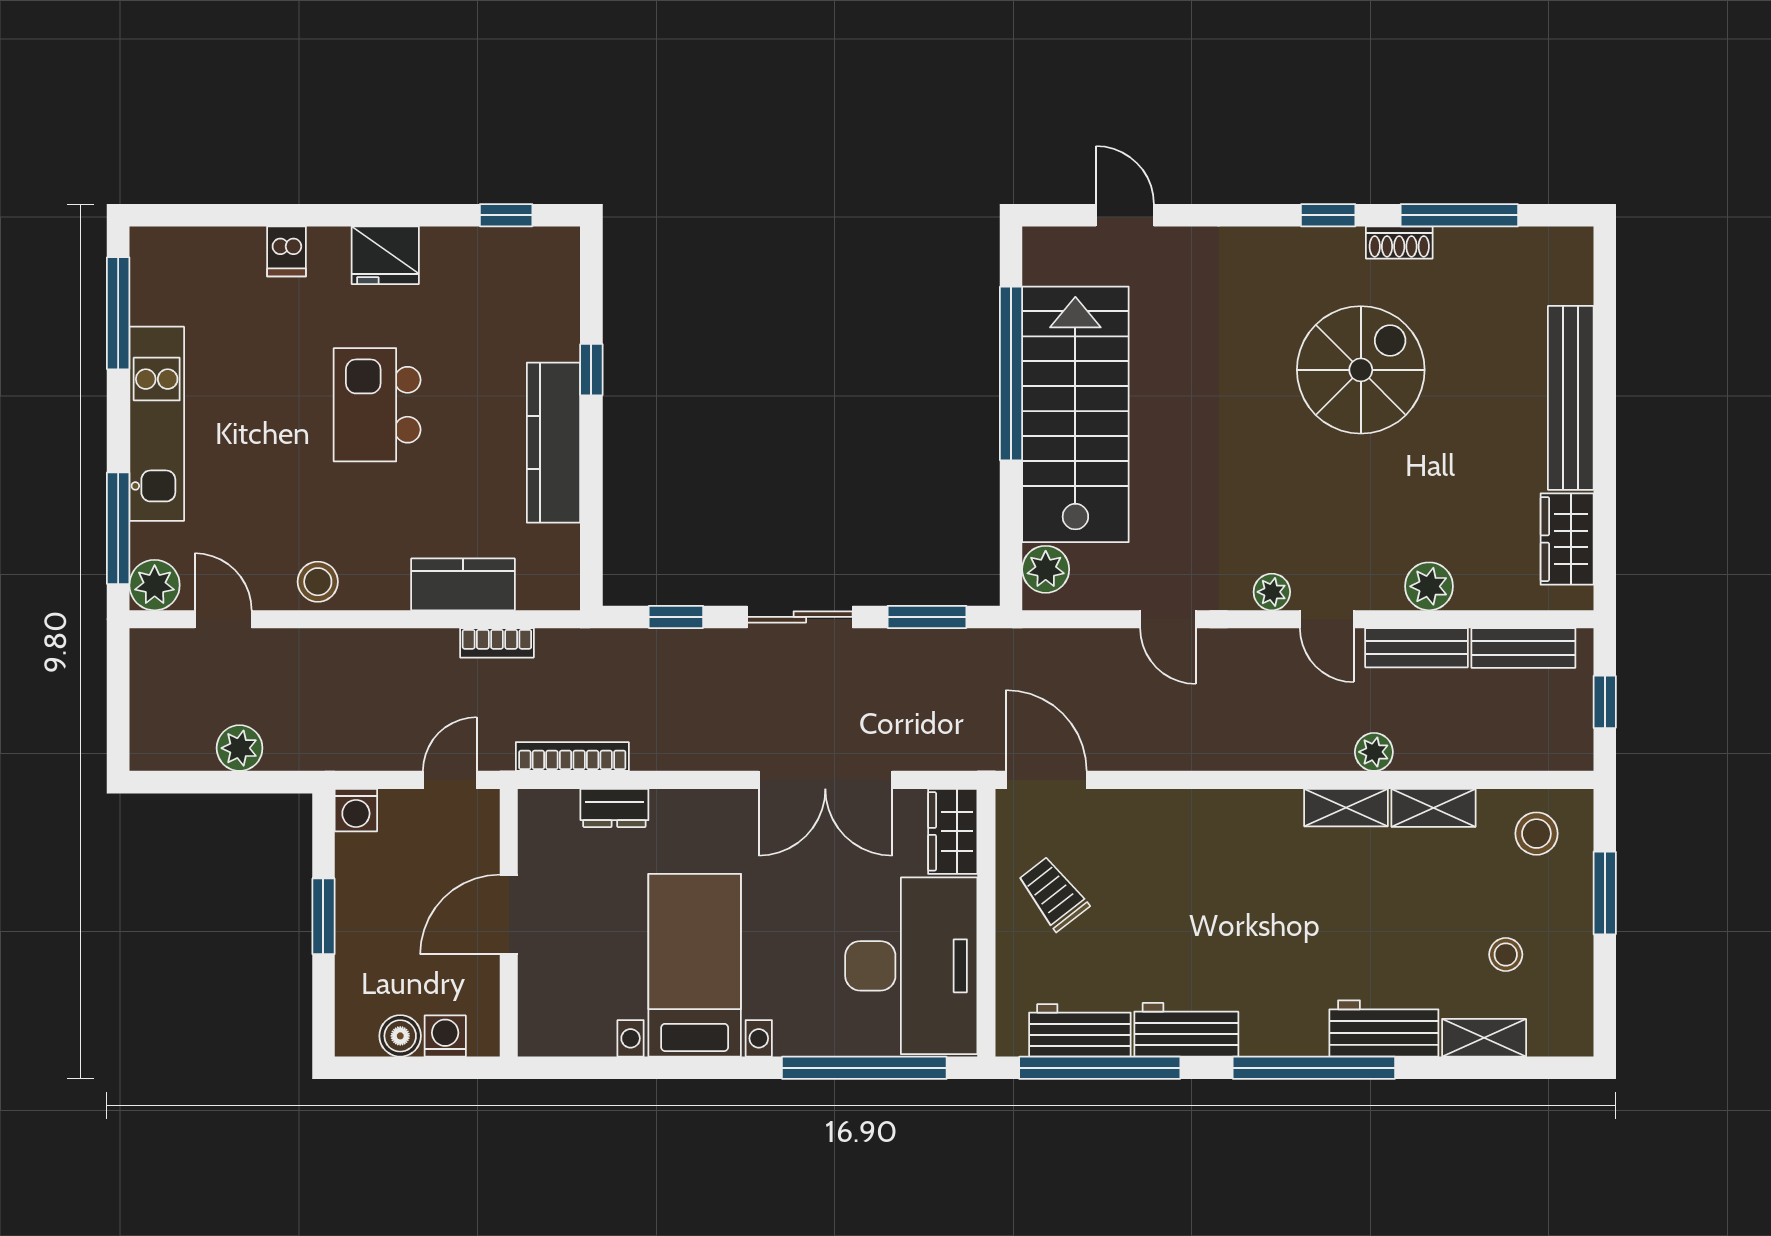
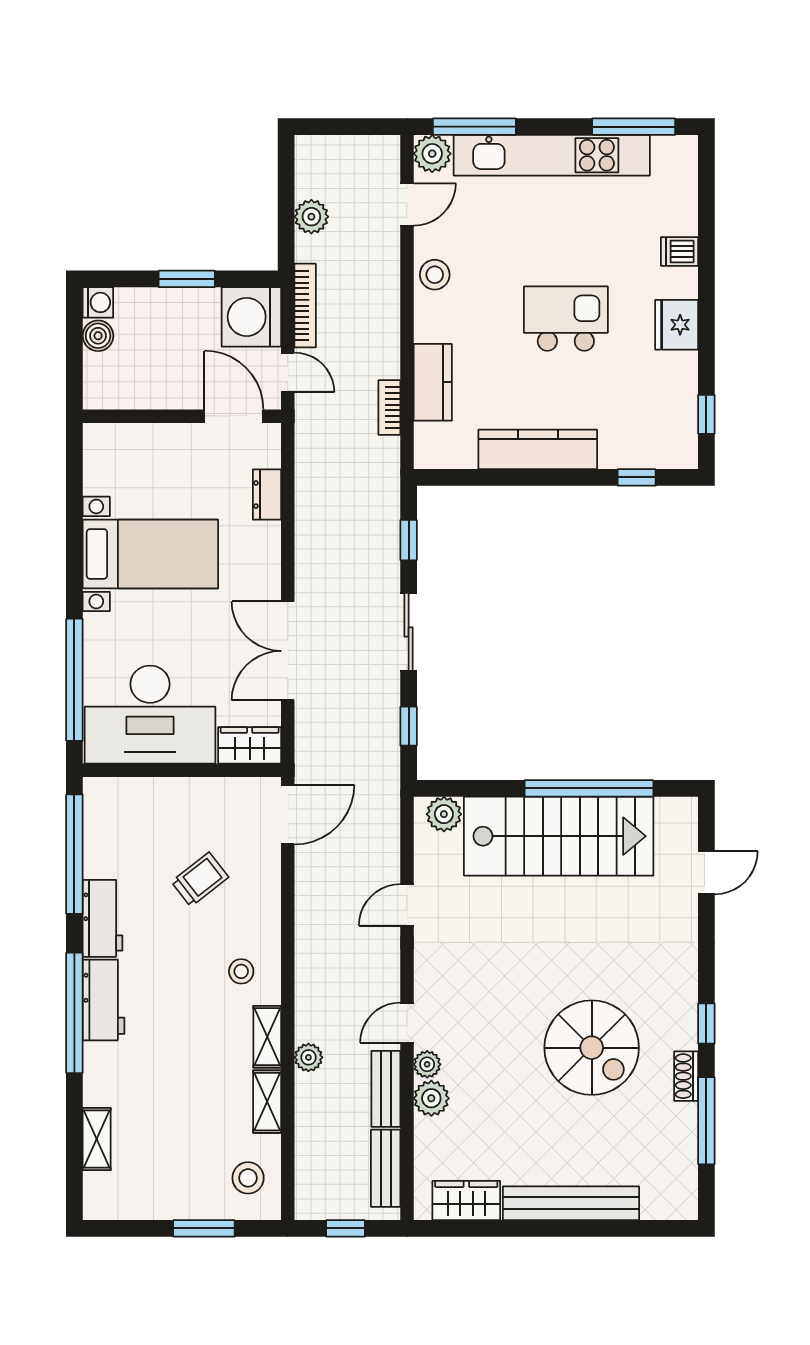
window: (591, 370) -> (637, 477), moved
kitchen unit: (157, 424) -> (552, 155), width x1.36
plant: (1272, 592) -> (427, 1064), moved
window: (927, 617) -> (409, 726), width x0.67
bookcase: (572, 756) -> (305, 306), moved
washing machine: (356, 810) -> (251, 317), width x1.89, depth x1.89
trolley: (1053, 894) -> (200, 879), moved
door: (509, 915) -> (234, 416), moved
stool: (1506, 955) -> (241, 971), moved
workbench: (1384, 1028) -> (104, 1000), moved
workbench: (1080, 1030) -> (102, 839), removed
washing machine: (445, 1036) -> (98, 302), moved

